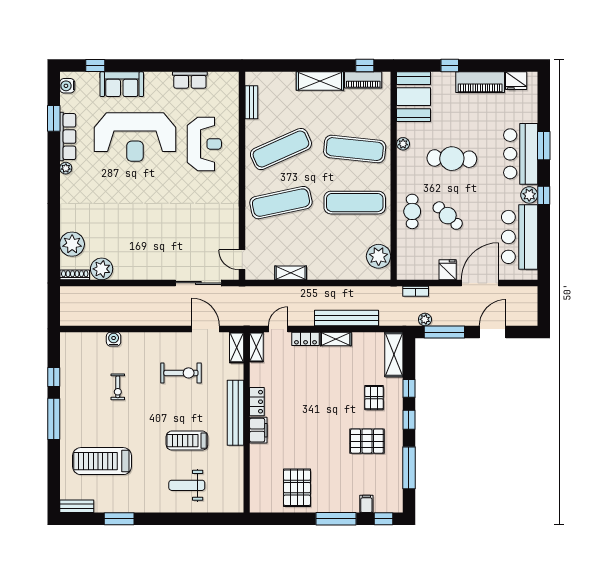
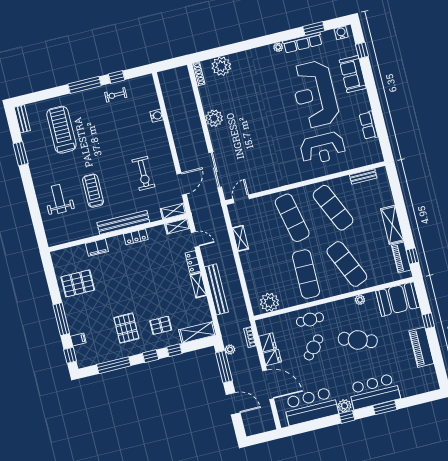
fridge: (516, 81) -> (268, 342), moved, turned 180
exercise mat: (355, 149) -> (347, 264), turned -30
cafe table: (452, 159) -> (358, 340), turned -73
plant: (102, 269) -> (214, 118), moved
exercise bike: (118, 387) -> (116, 95), moved
filing cabinet: (258, 430) -> (97, 247), moved

